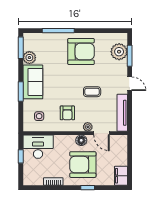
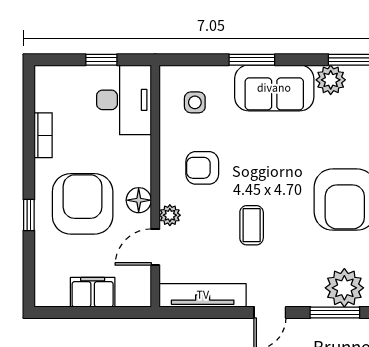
filing cabinet: (121, 176) -> (93, 292), moved

